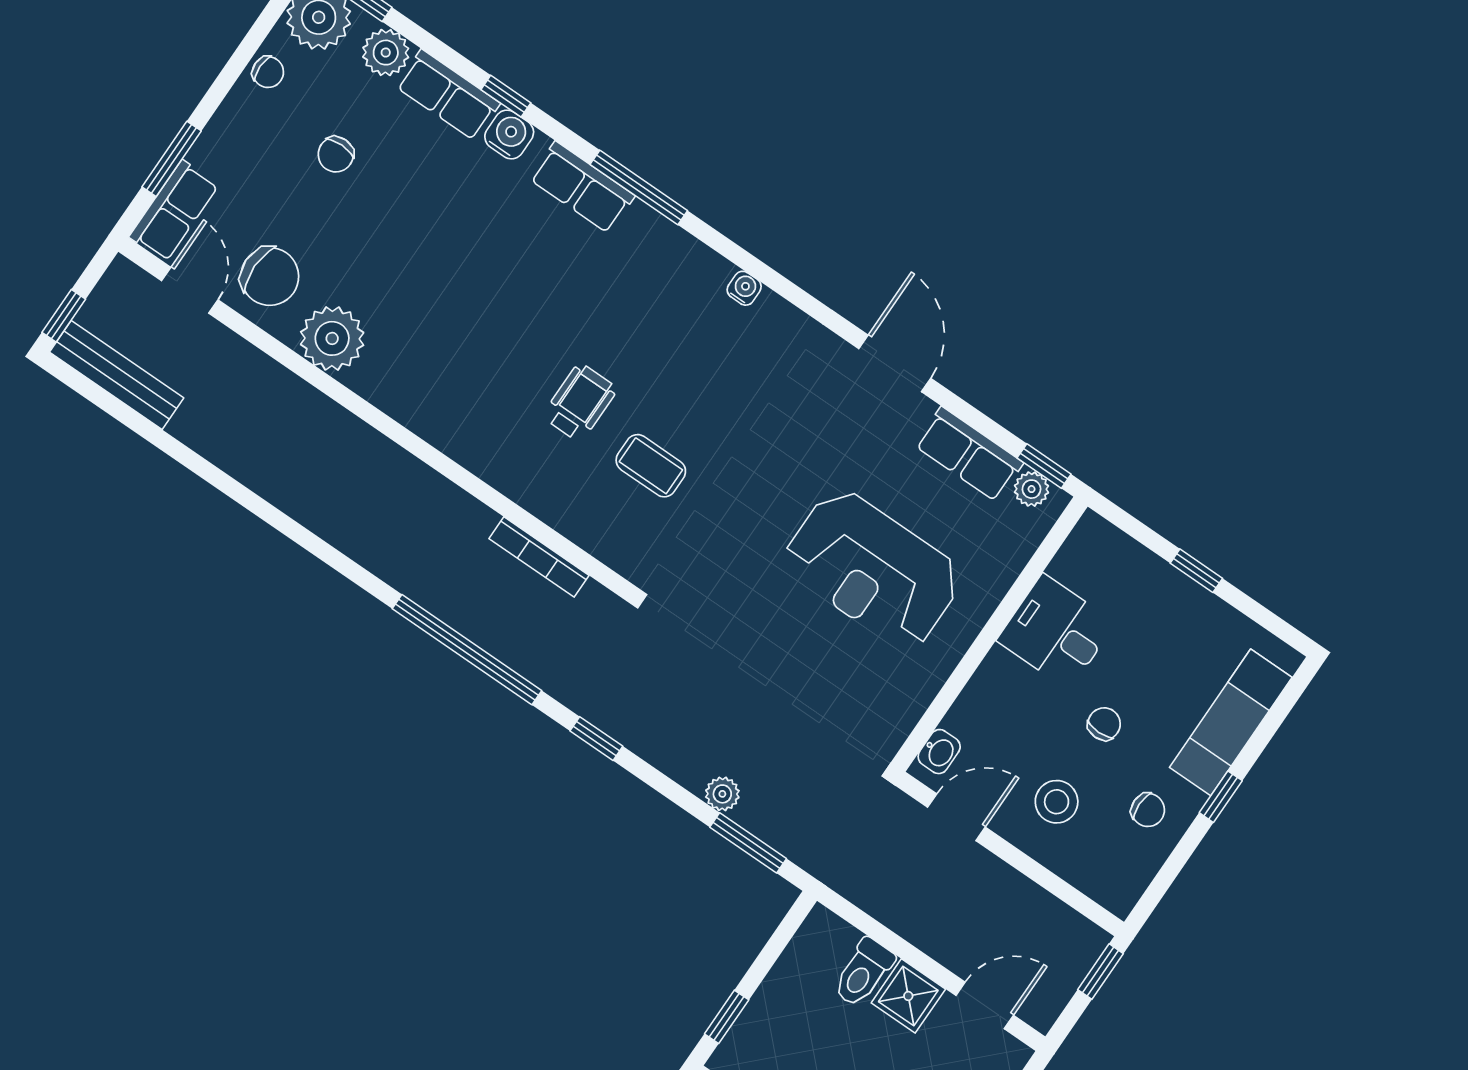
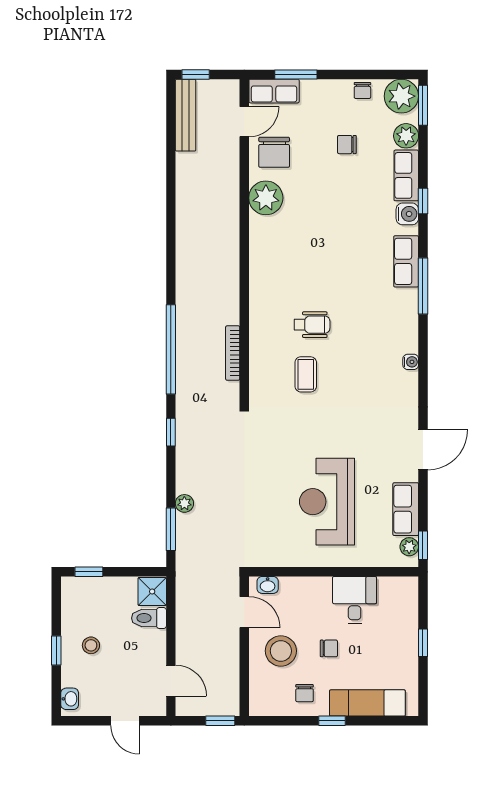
stool: (1057, 802) -> (281, 651), width x1.38, depth x1.38
shower: (908, 996) -> (152, 592), moved

